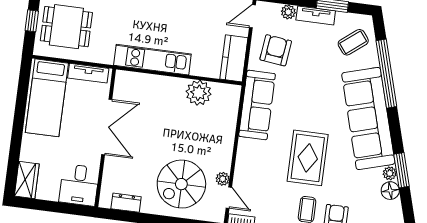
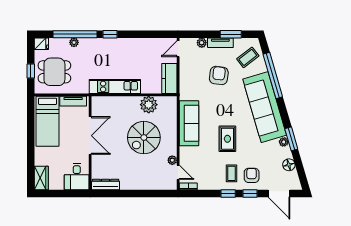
armchair: (276, 50) -> (219, 75), moved
sofa: (257, 105) -> (189, 123), moved
rug: (308, 158) -> (227, 139), width x0.73, depth x0.70
spiral stairs: (181, 184) -> (144, 138), moved
floor lamp: (390, 191) -> (289, 165), moved
dresser: (126, 203) -> (106, 185), width x1.44

